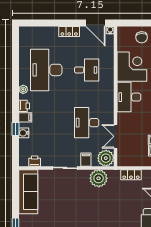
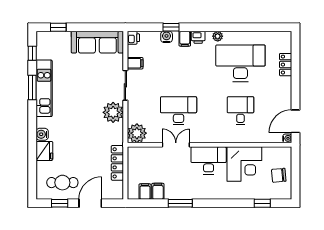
locker: (69, 31) -> (286, 65), moved
desk: (87, 70) -> (240, 111), turned 180
double door: (116, 136) -> (176, 145), moved
filing cabinet: (86, 160) -> (135, 63), moved
printer: (35, 161) -> (133, 38), moved
locker: (131, 175) -> (117, 163), width x1.53
plant: (99, 178) -> (113, 112), moved

